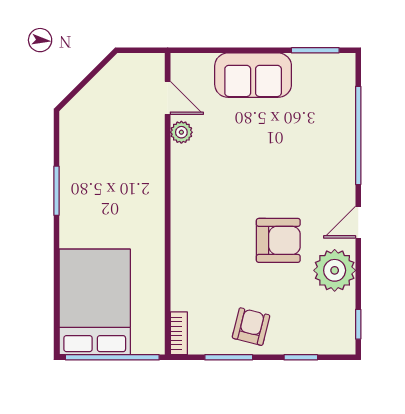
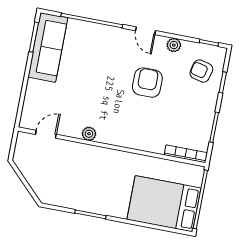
sofa: (253, 75) -> (48, 47), moved, width x1.36
plant: (181, 132) -> (89, 134), moved
plant: (335, 270) -> (174, 45), width x0.53, depth x0.53
armchair: (251, 327) -> (201, 71), moved
bookcase: (179, 333) -> (186, 154), width x1.56

